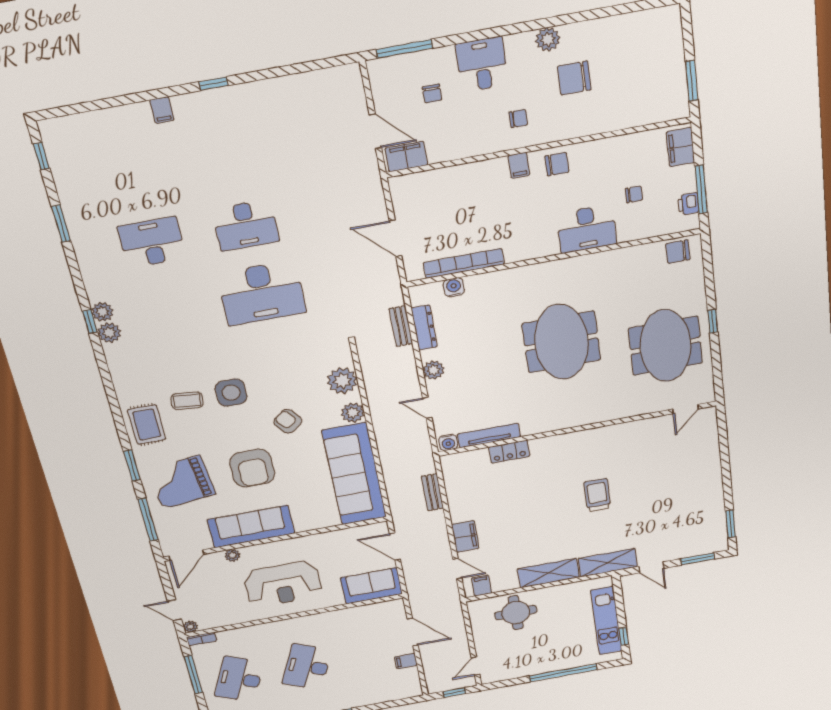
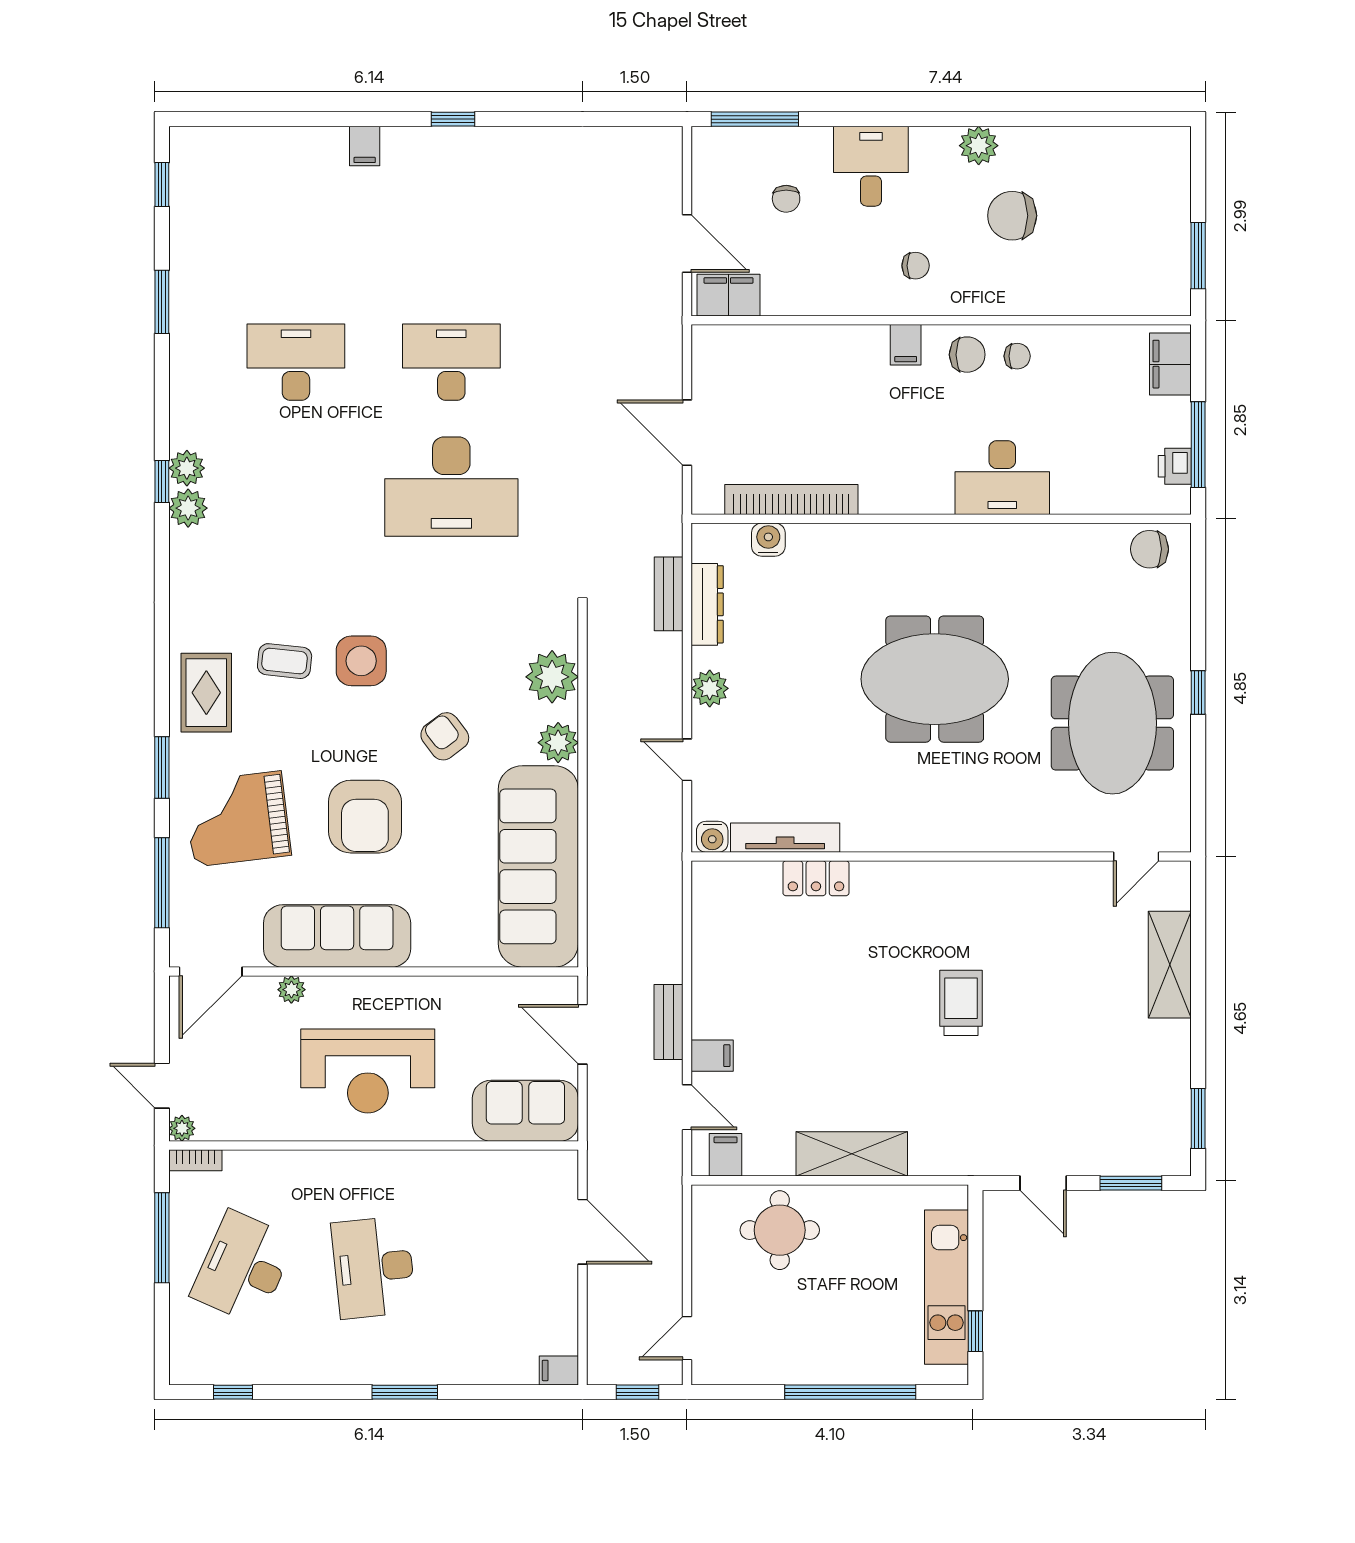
chair: (634, 194) -> (1017, 356), moved
desk: (246, 225) -> (451, 362), turned 180
meeting table: (561, 342) -> (935, 679), turned 90
bench: (432, 492) -> (668, 1022), moved
filing cabinet: (465, 536) -> (712, 1056), width x0.50
shelving: (608, 563) -> (1170, 965), moved, turned 90
filing cabinet: (406, 661) -> (559, 1370), moved
desk: (307, 667) -> (374, 1267), turned -30

